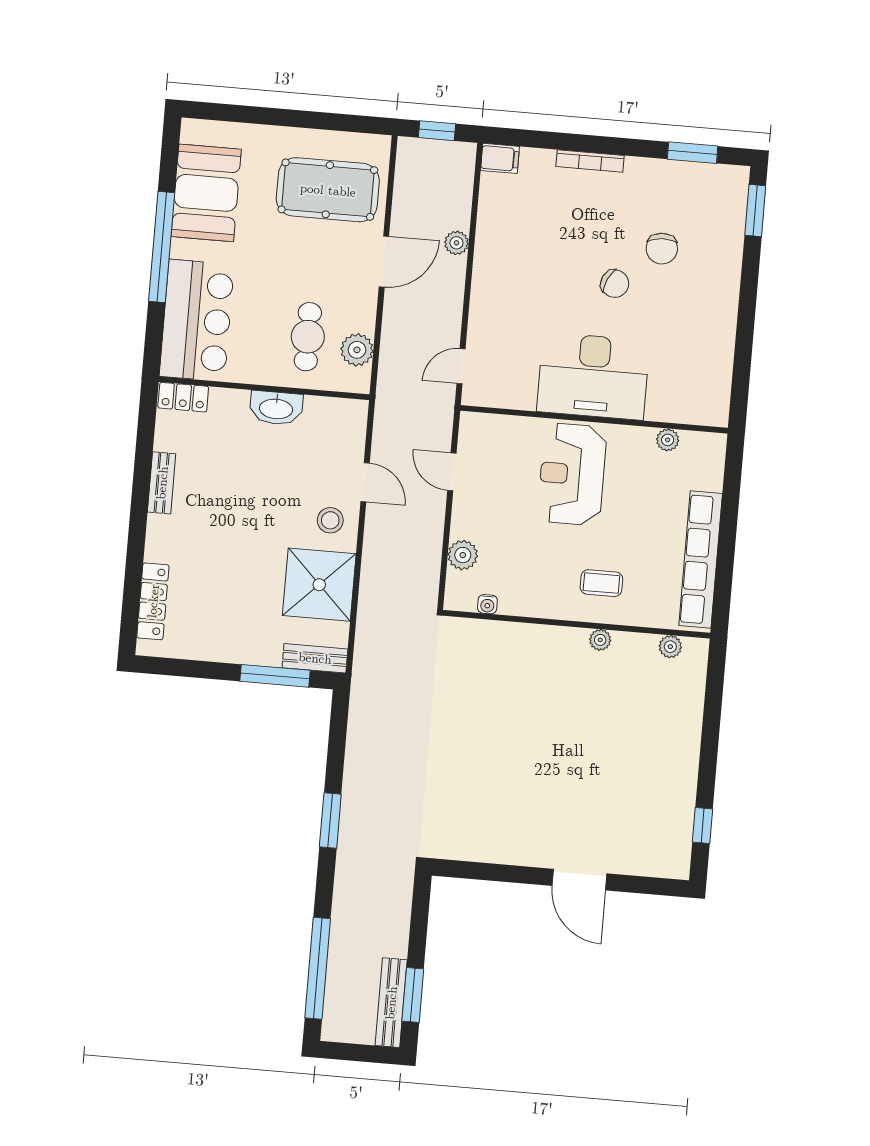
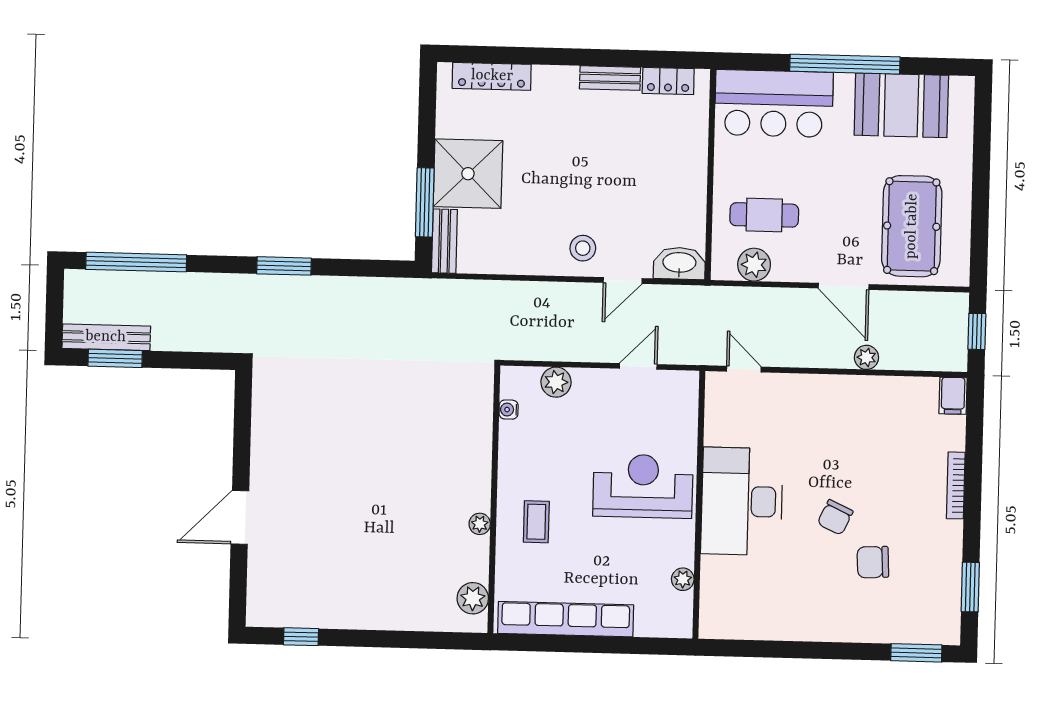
locker: (183, 397) -> (668, 81), moved, turned -90
washbasin: (276, 408) -> (679, 263), moved, turned 90
shower: (319, 585) -> (468, 174), moved
plant: (670, 647) -> (473, 598), width x1.38, depth x1.38

